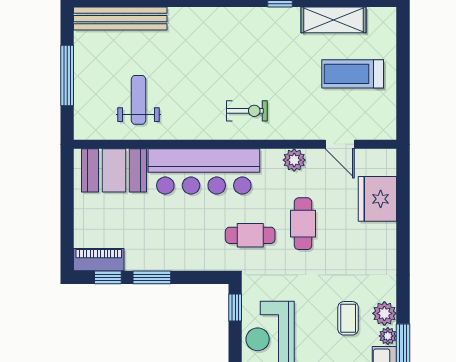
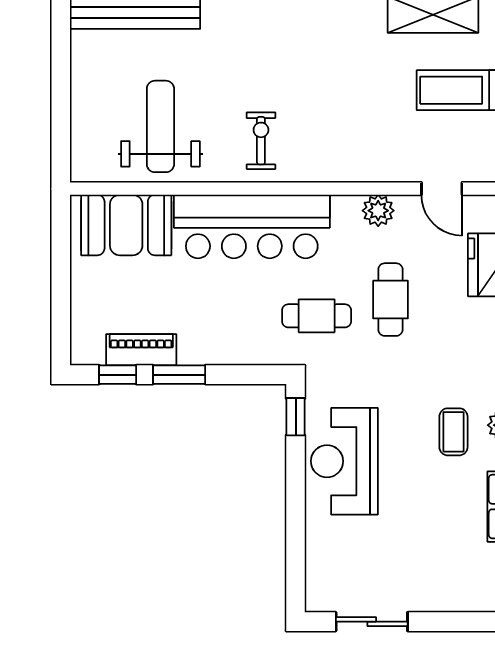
window: (67, 76) -> (61, 92), removed
weight bench: (139, 100) -> (160, 126), width x1.36, depth x1.33
exercise bike: (247, 111) -> (261, 141), moved, turned -90
piano: (99, 260) -> (141, 350), moved

